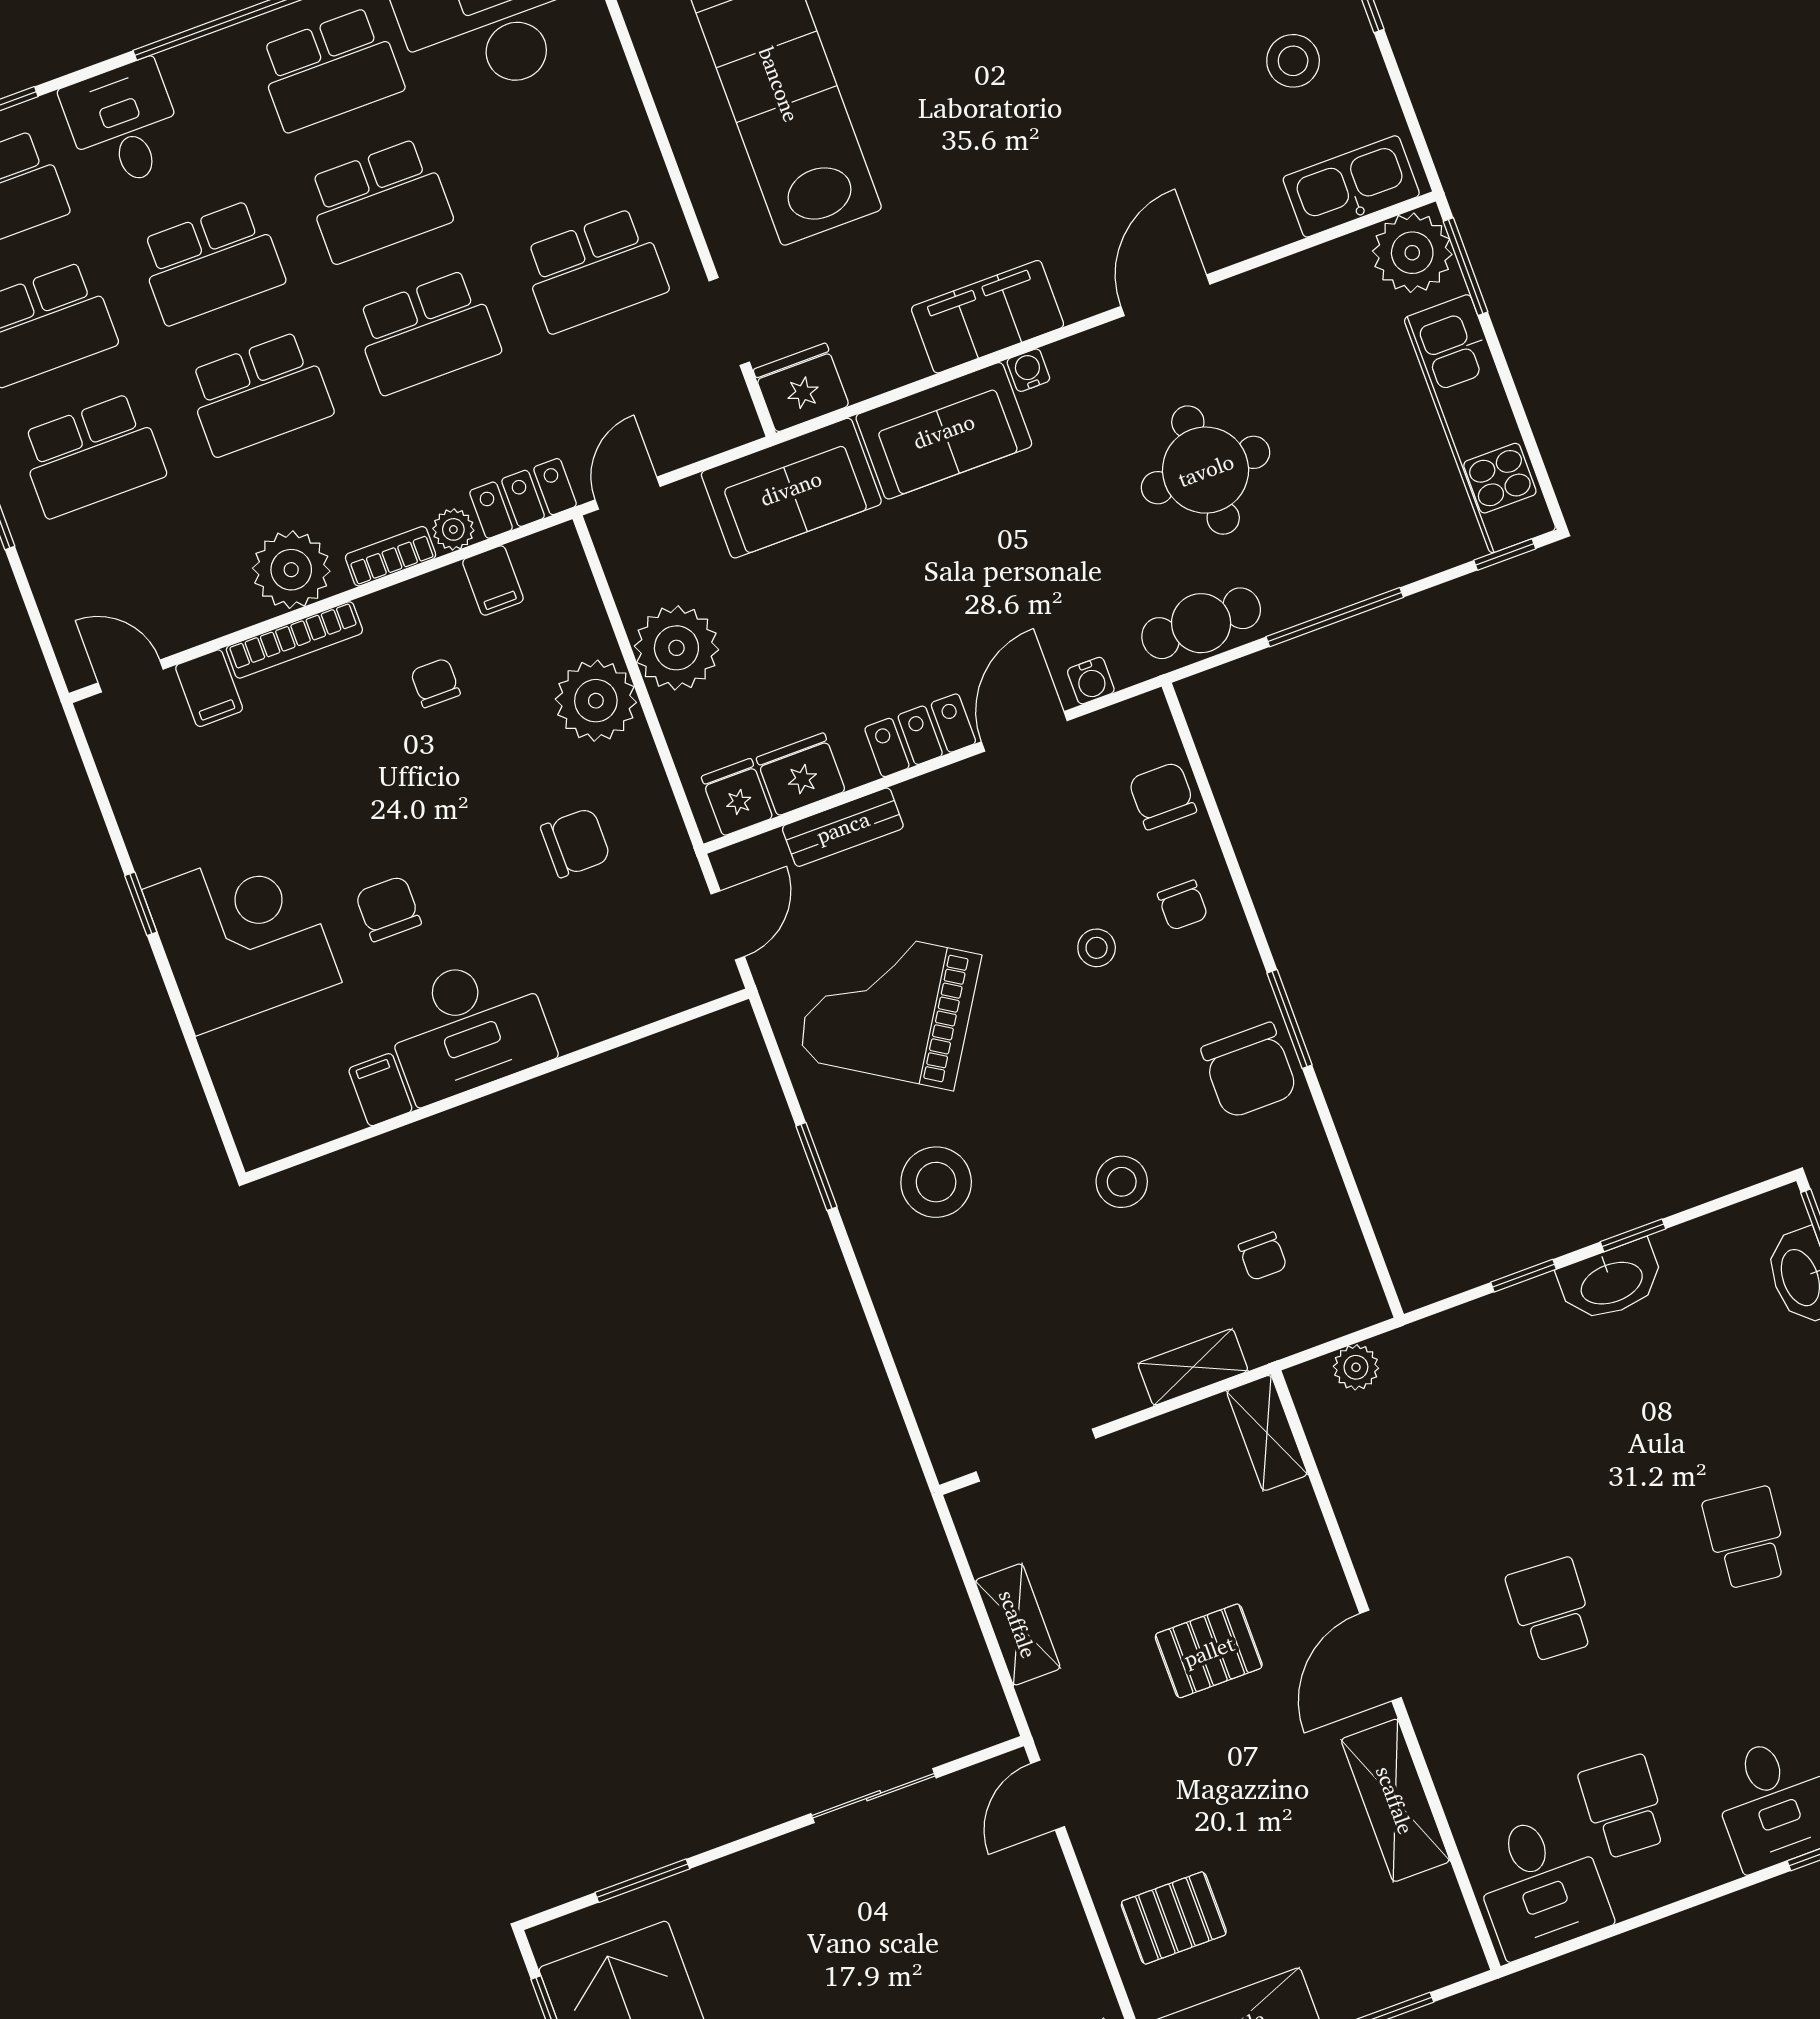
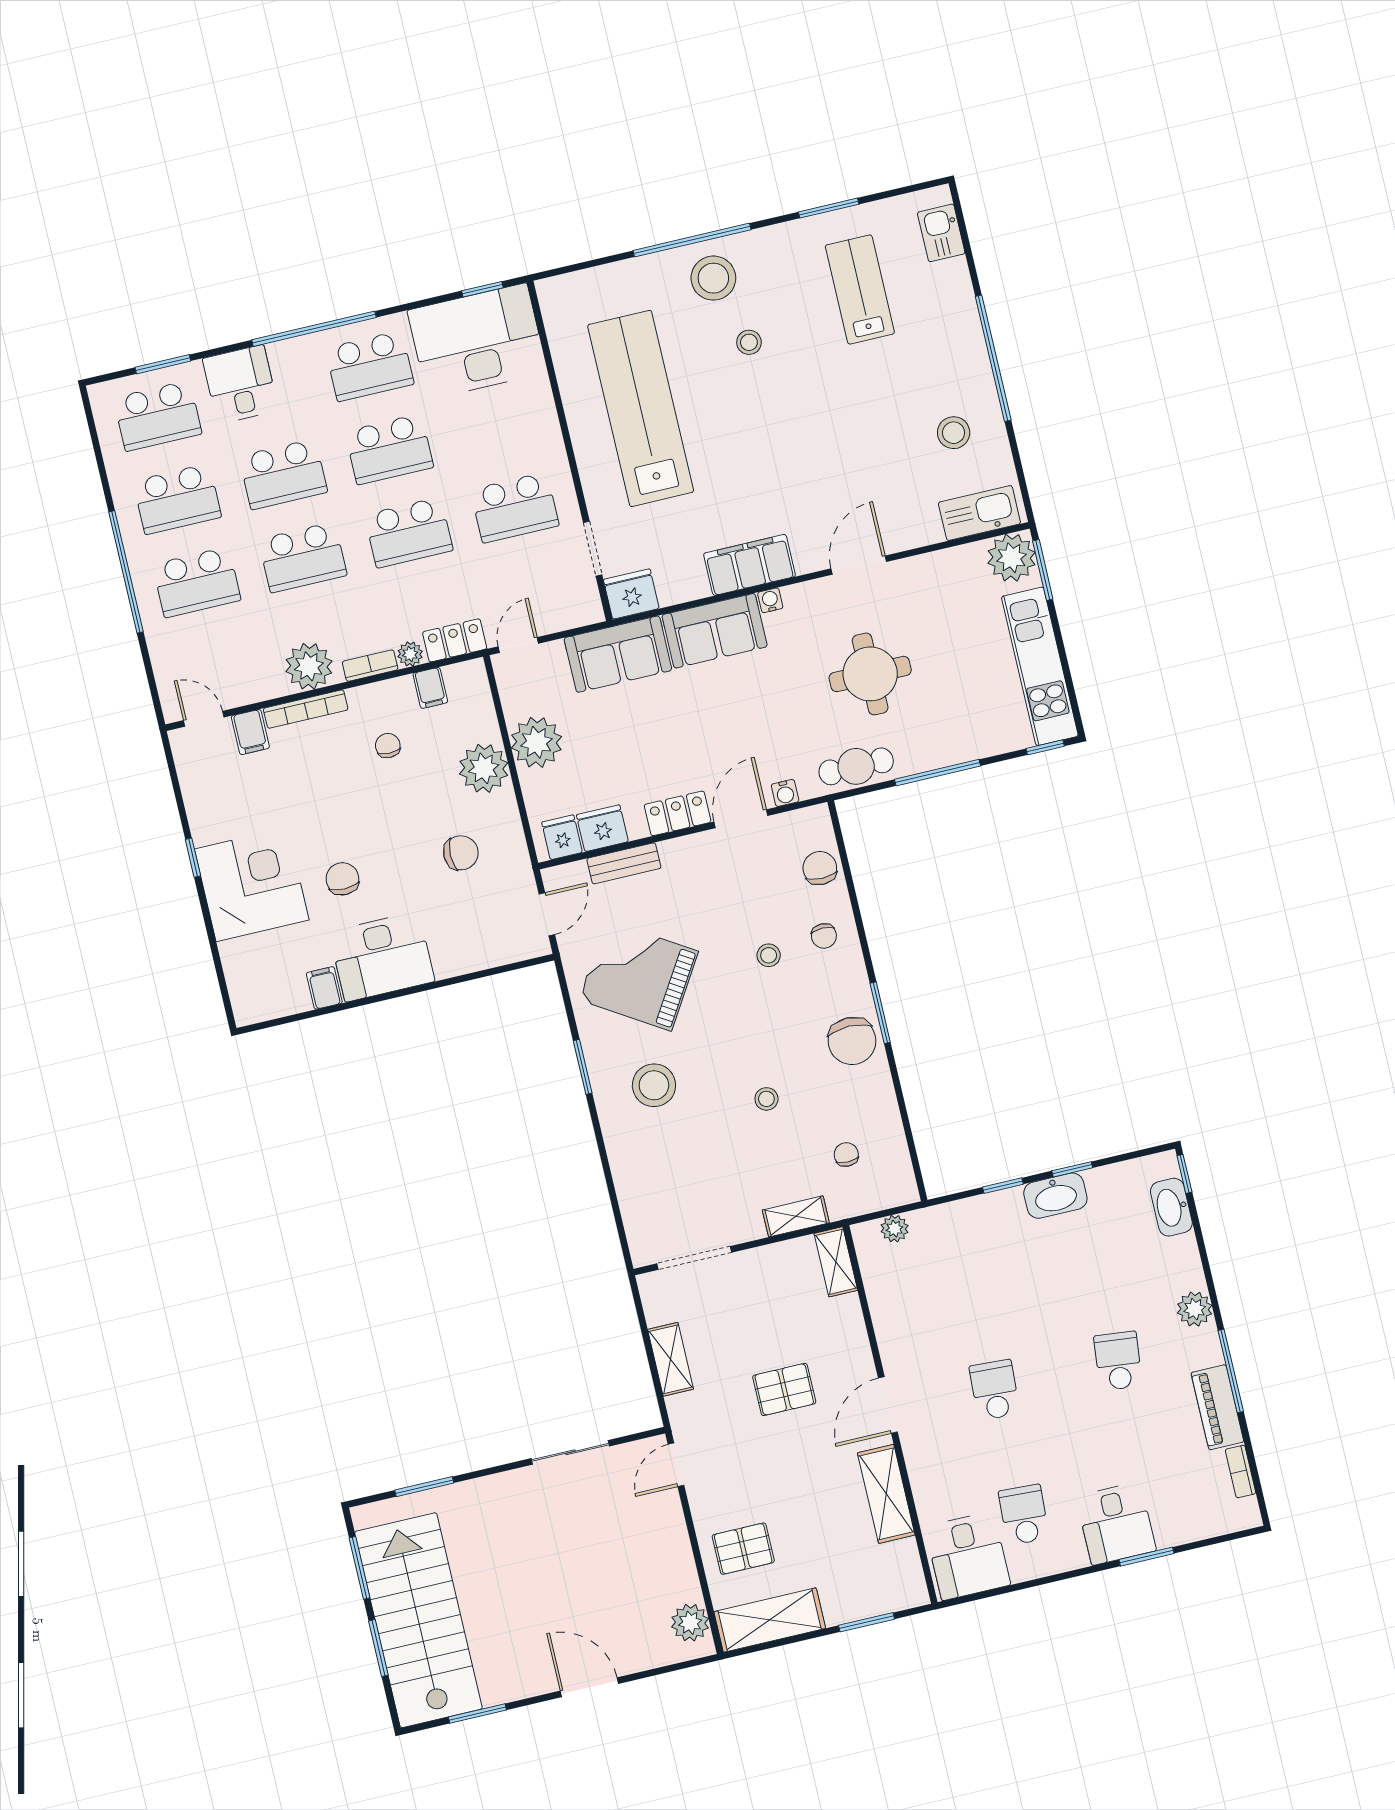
stool: (1122, 1182) -> (766, 1099), width x0.73, depth x0.73
chair: (1263, 1256) -> (846, 1155), turned 180

